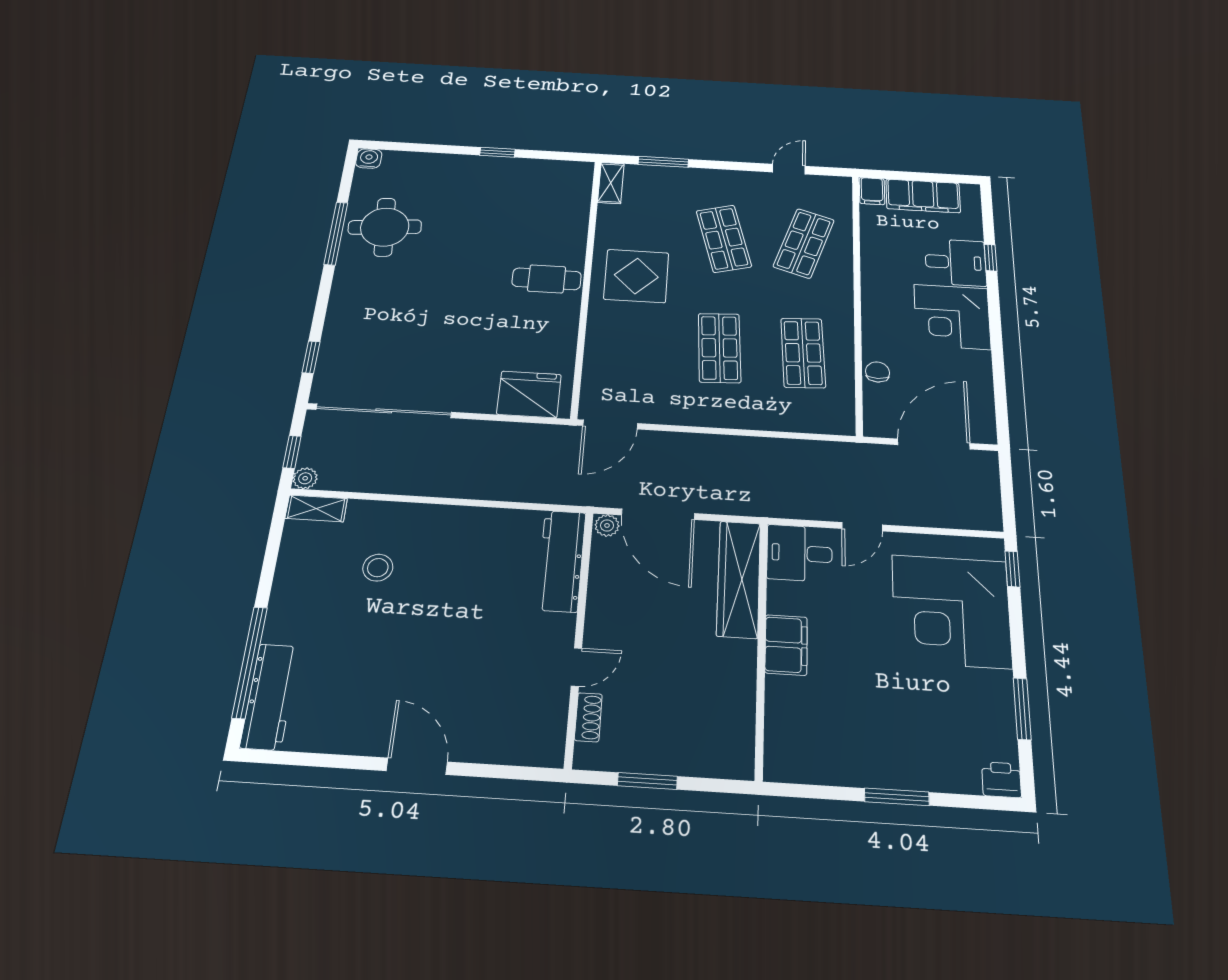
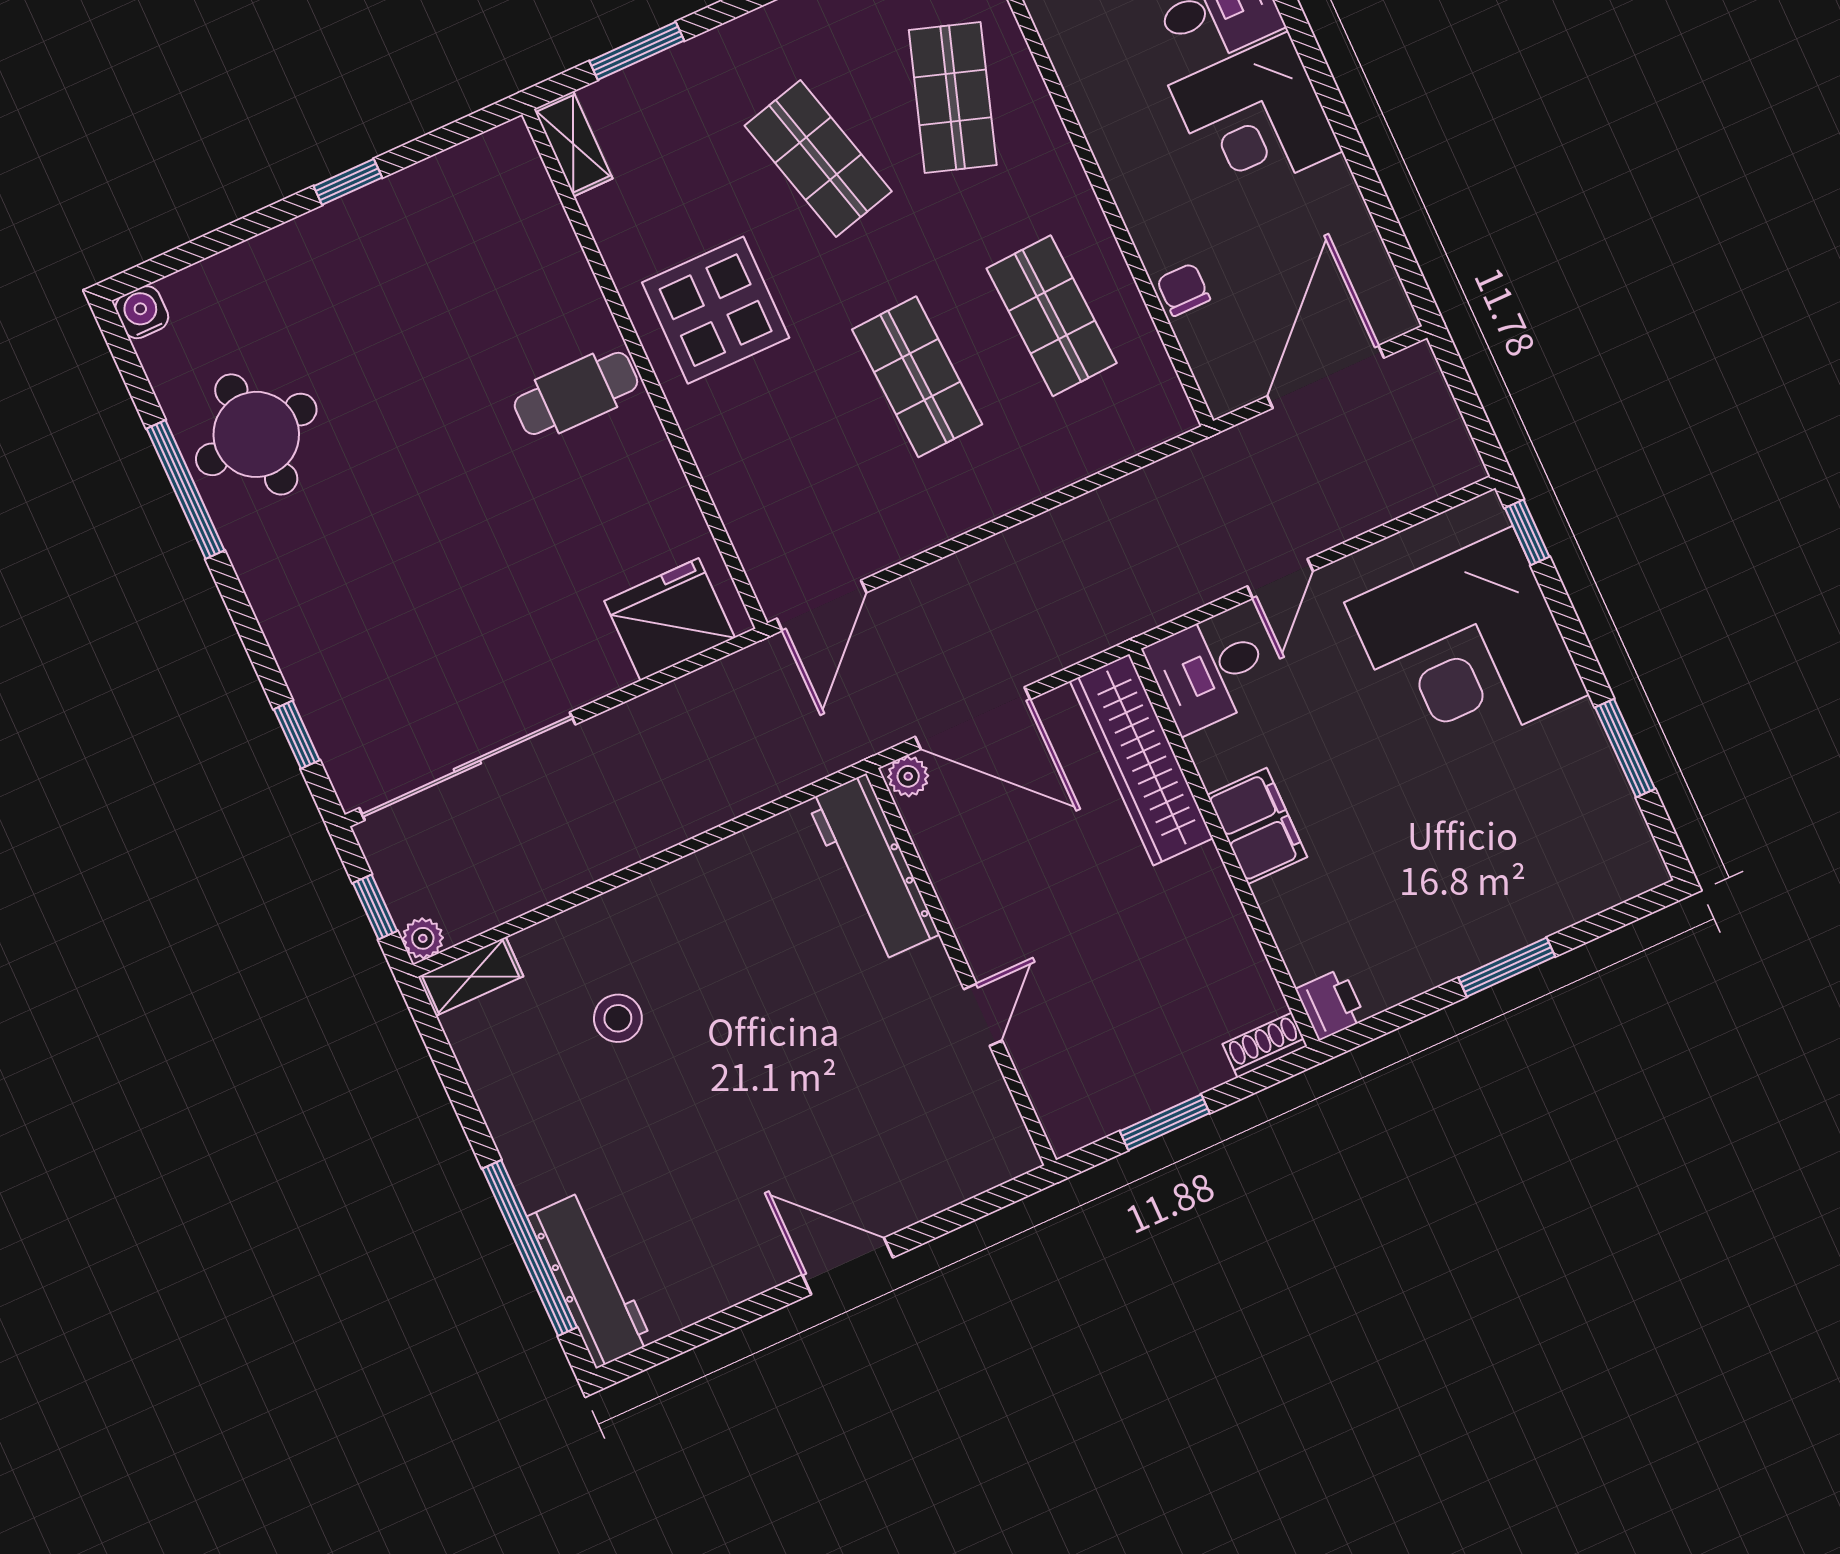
shoe rack: (588, 717) -> (1265, 1045), moved, turned -90
printer: (1001, 780) -> (1331, 1004), moved, turned 90

